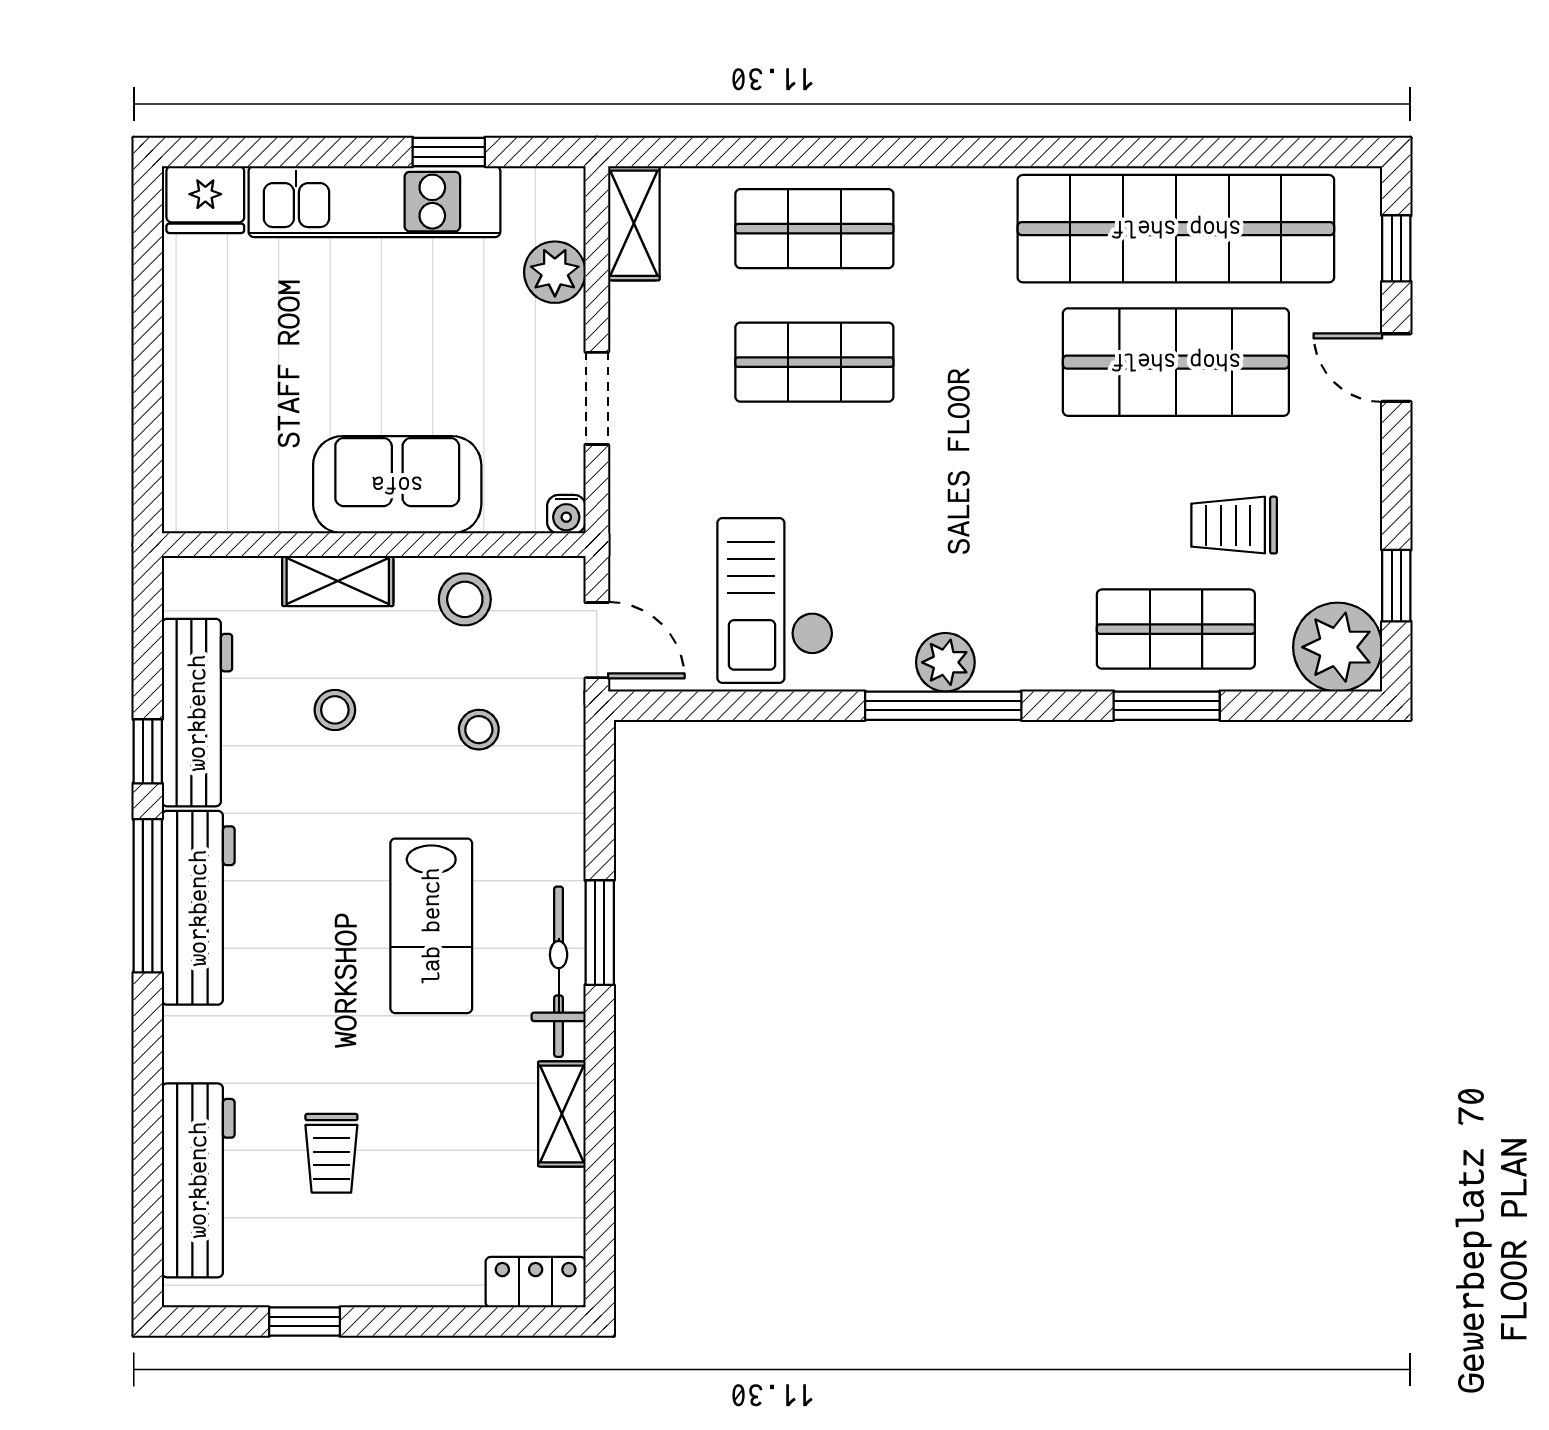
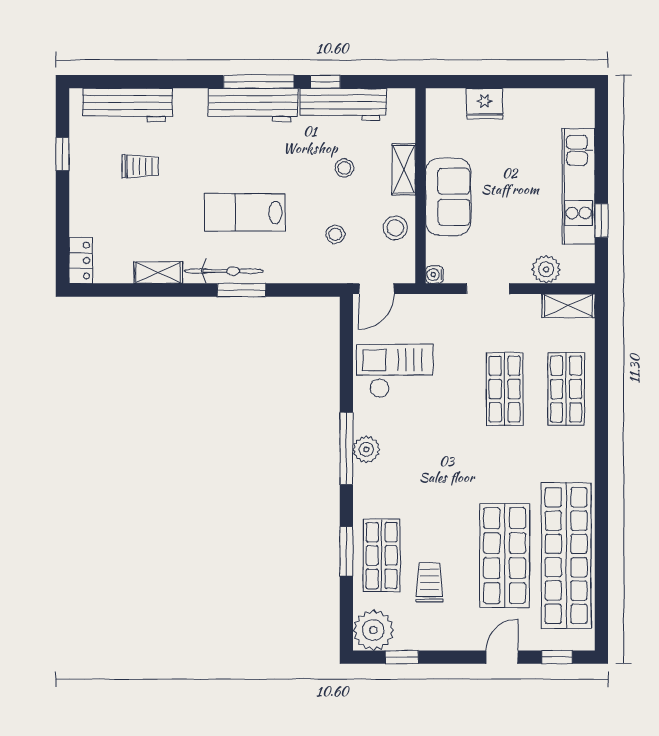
fridge: (205, 200) -> (485, 104), moved, turned -90
trolley: (331, 1153) -> (140, 166), turned 180

